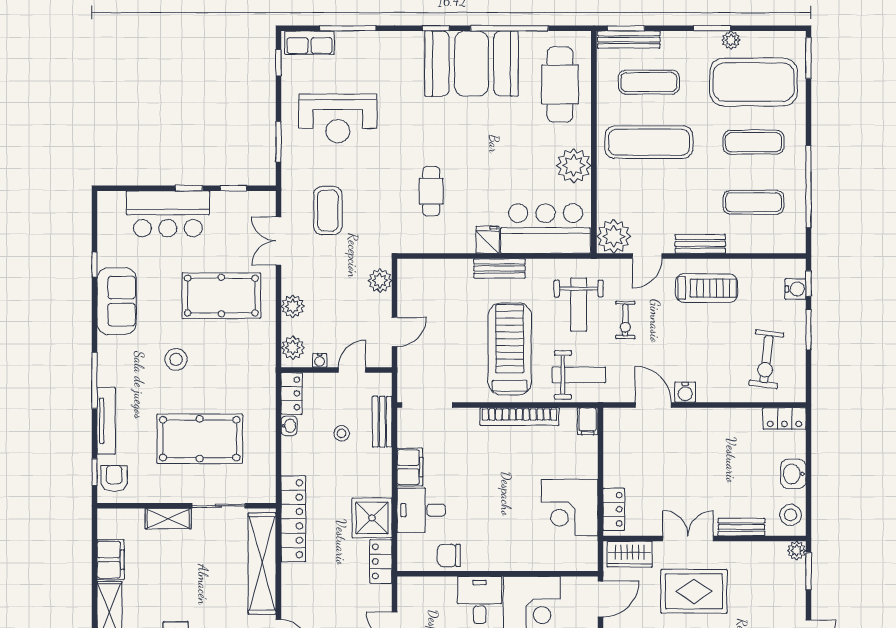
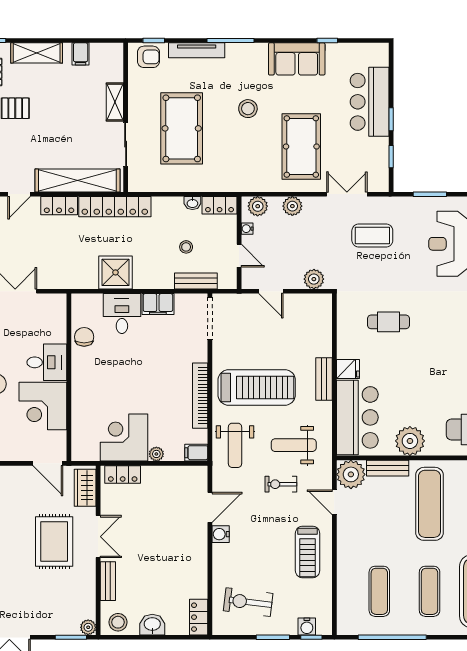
bench: (700, 244) -> (388, 468), moved, turned 90
plant: (589, 469) -> (156, 454), added
filing cabinet: (111, 560) -> (81, 54), width x0.50
locker: (381, 561) -> (59, 206), moved, turned 180

